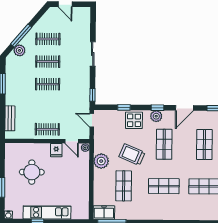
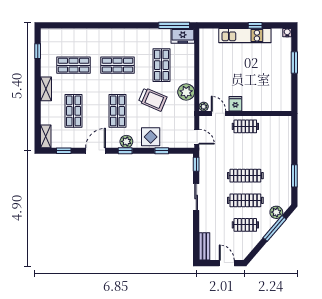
sliding door: (93, 54) -> (196, 197), moved
clothes rail: (48, 62) -> (245, 200), width x1.36
clothes rail: (48, 84) -> (245, 176), width x1.36
bench: (10, 118) -> (204, 246), moved
round table: (32, 172) -> (262, 80), removed

